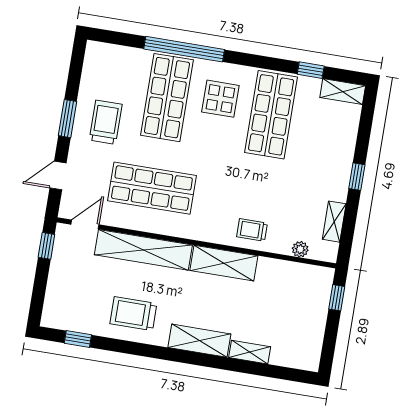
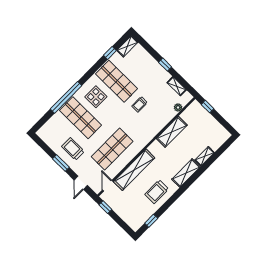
trolley: (252, 230) -> (140, 104), moved
shelving: (224, 263) -> (172, 132), moved

